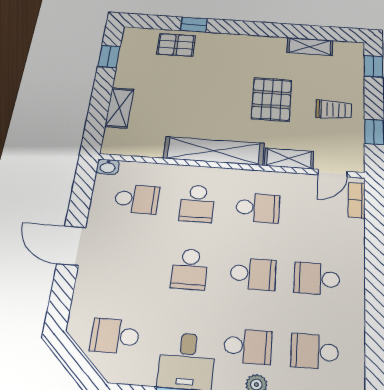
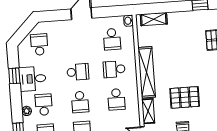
shelving: (119, 108) -> (154, 19), moved
school desk: (190, 269) -> (78, 72), turned 180
school desk: (248, 346) -> (44, 105), turned 180

